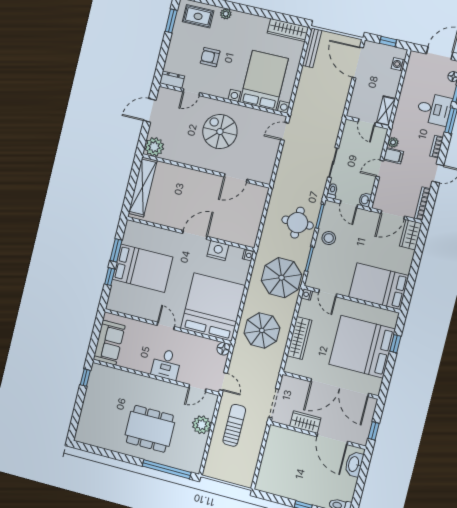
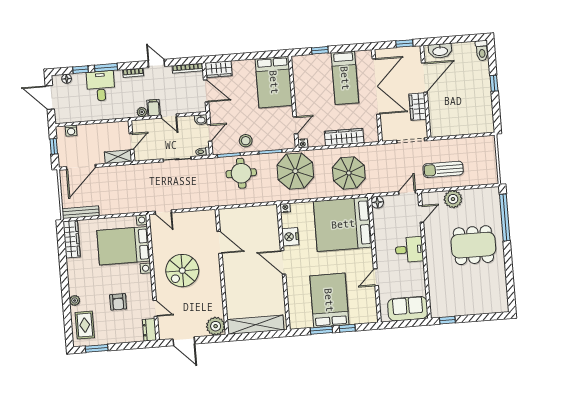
shelving: (386, 111) -> (118, 157), moved
door: (166, 326) -> (376, 277), moved
bed: (362, 347) -> (345, 78), width x0.49
door: (197, 388) -> (421, 214), hinge flipped
dining table: (150, 429) -> (473, 245), turned 90

